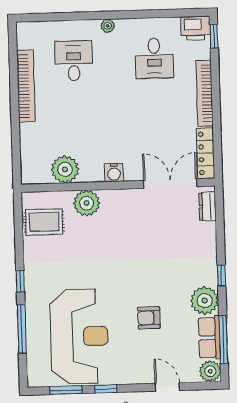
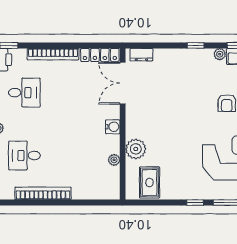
plant: (65, 169) -> (114, 160), width x0.53, depth x0.53
plant: (205, 300) -> (220, 54), width x0.53, depth x0.53

